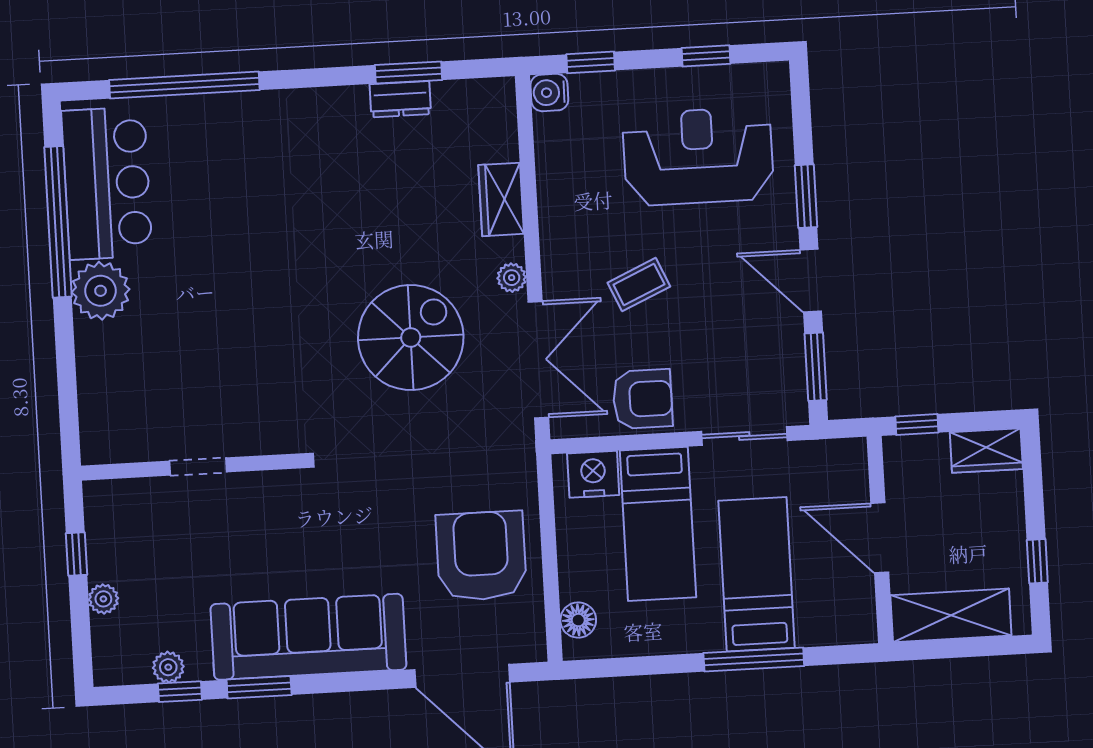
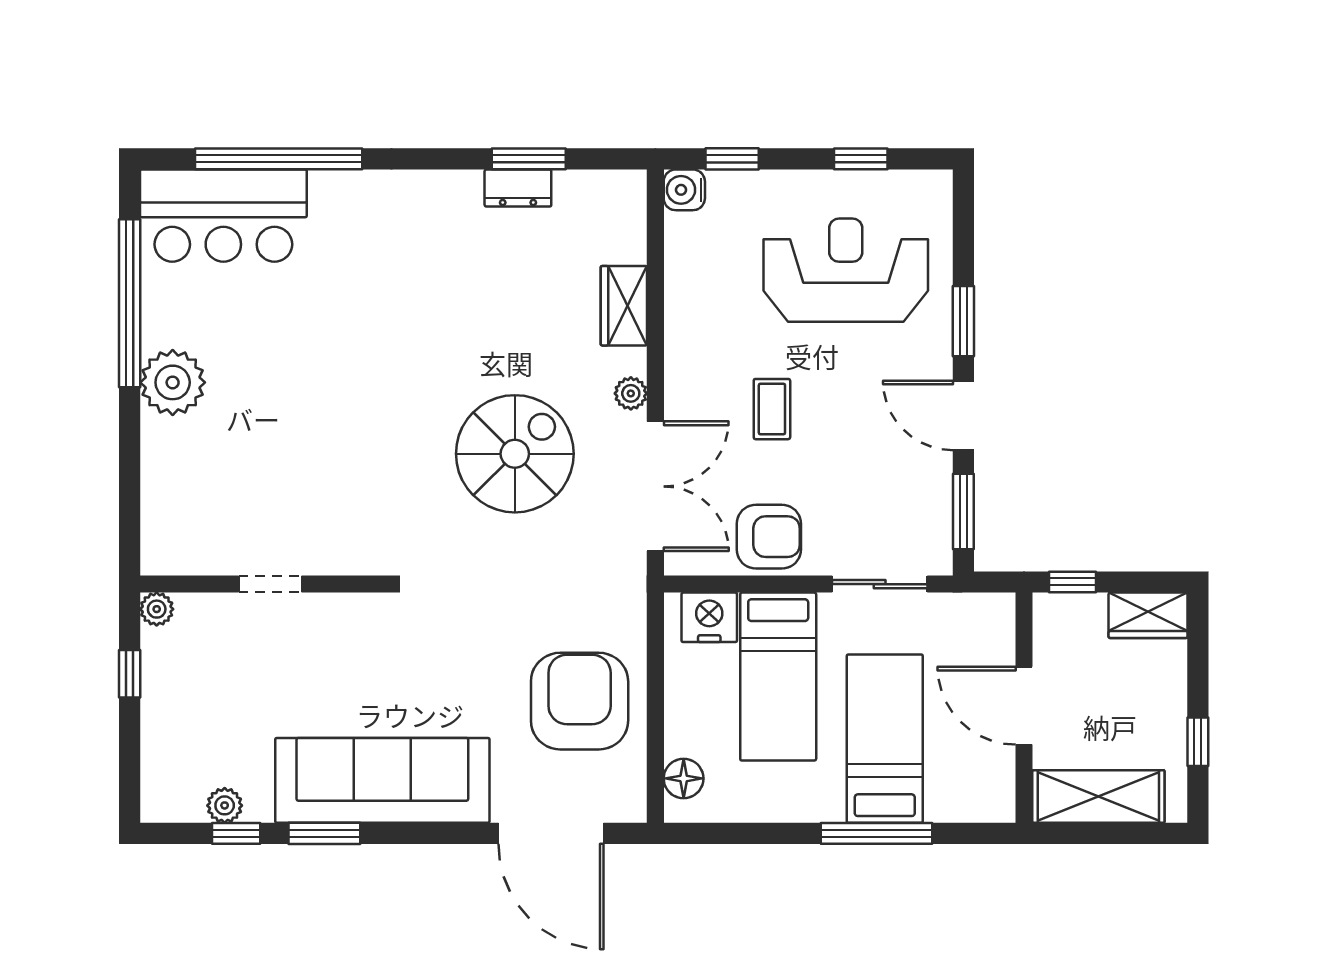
bar counter: (107, 183) -> (223, 216), moved, turned 90
coffee table: (639, 285) -> (772, 409), turned -66
plant: (103, 599) -> (157, 609), moved

